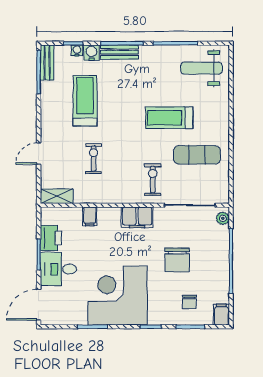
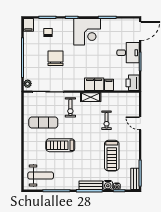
treadmill: (169, 118) -> (60, 145), turned 180
door: (39, 154) -> (140, 123), swing flipped
shelving: (57, 196) -> (91, 97), moved
filing cabinet: (137, 217) -> (94, 84), moved
printer: (51, 238) -> (133, 83), moved
corner desk: (117, 295) -> (87, 32), width x0.74, depth x0.74

